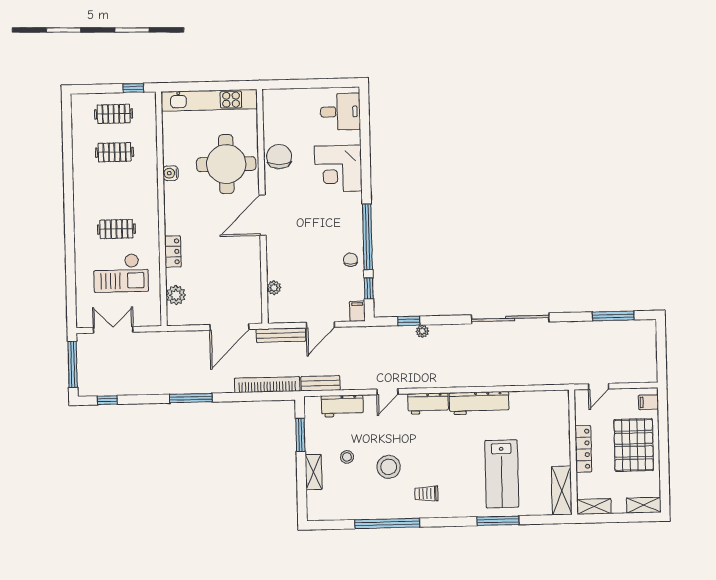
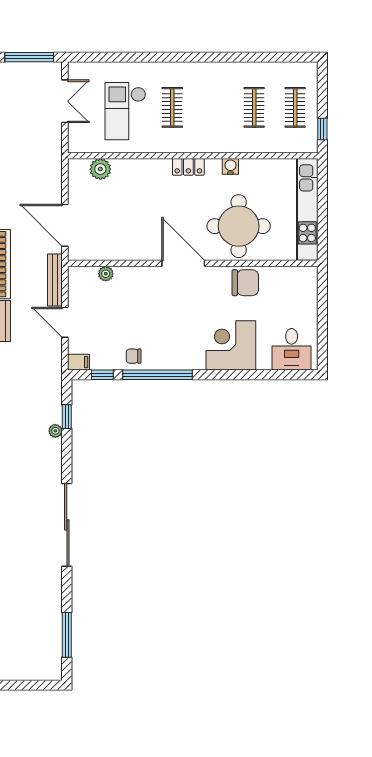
locker: (173, 251) -> (188, 167), moved
chair: (350, 260) -> (134, 356), turned 180

